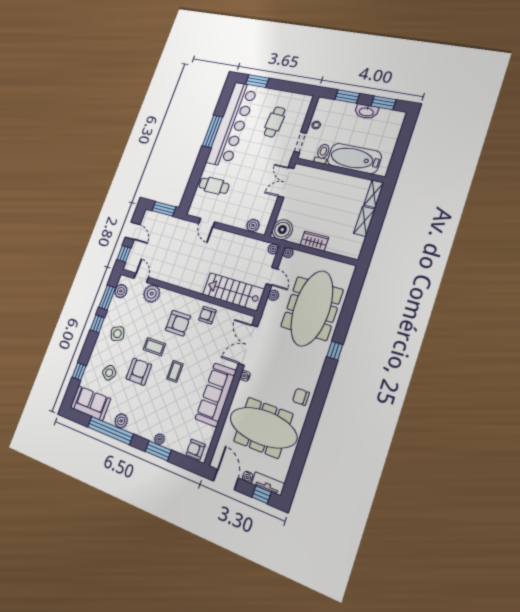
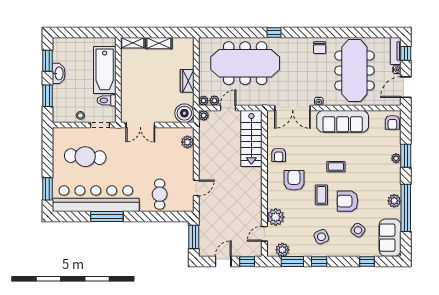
cafe table: (275, 122) -> (85, 157), width x1.37, depth x1.35
plant: (274, 295) -> (214, 101), moved

